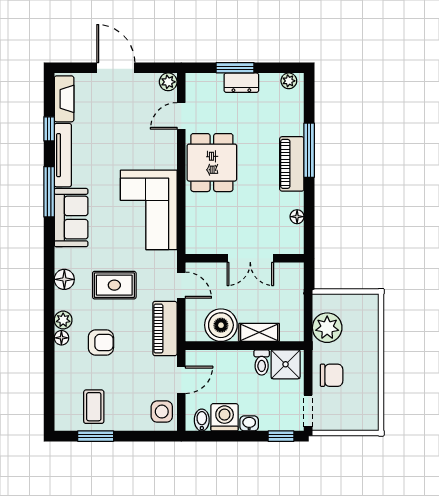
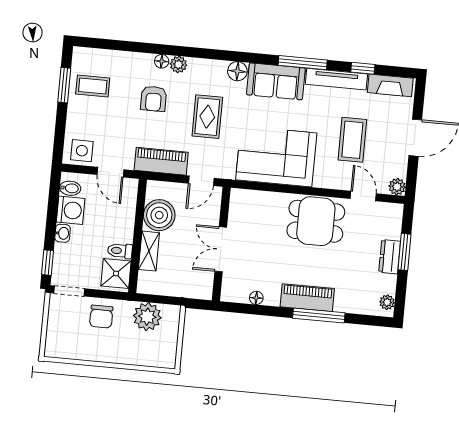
coffee table: (124, 133) -> (352, 140), added
floor lamp: (64, 279) -> (237, 71), moved

